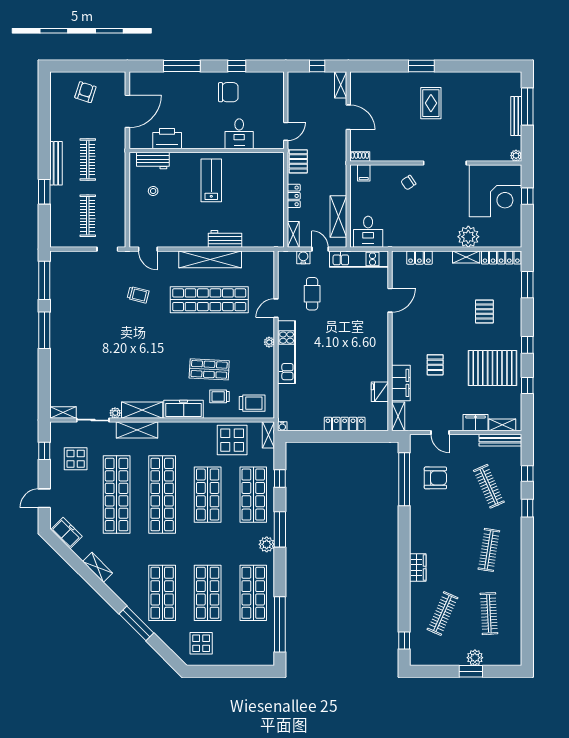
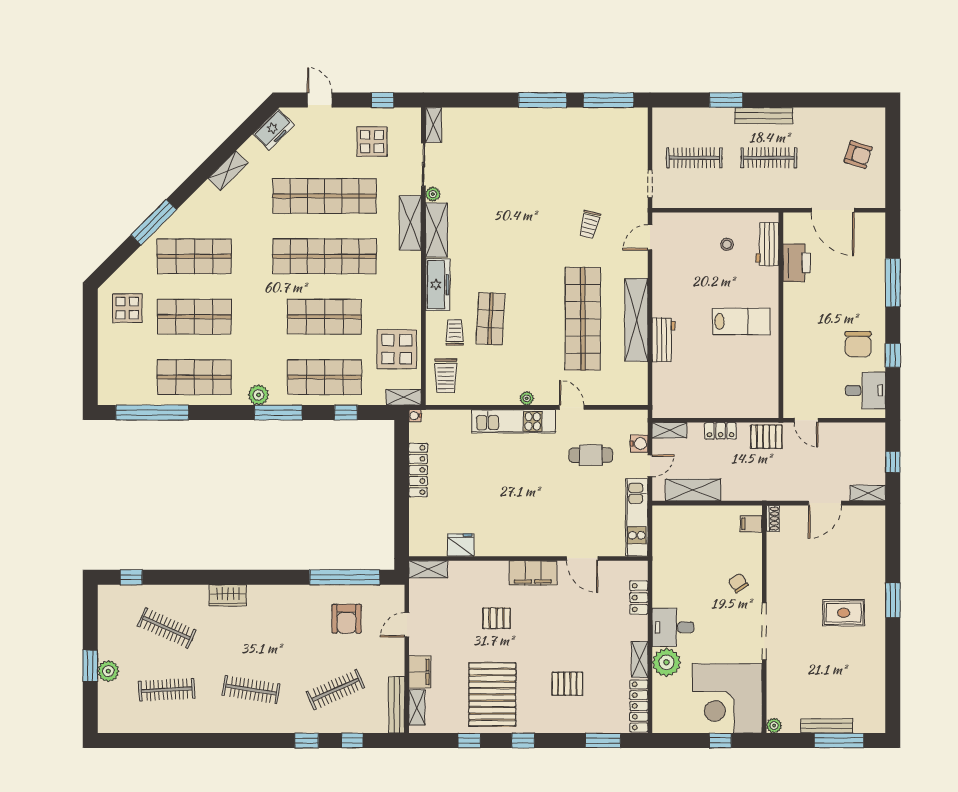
desk: (239, 134) -> (865, 391), moved, turned 180
desk: (368, 232) -> (673, 627), moved
filing cabinet: (401, 383) -> (533, 573), moved
locker: (345, 424) -> (418, 470), moved

